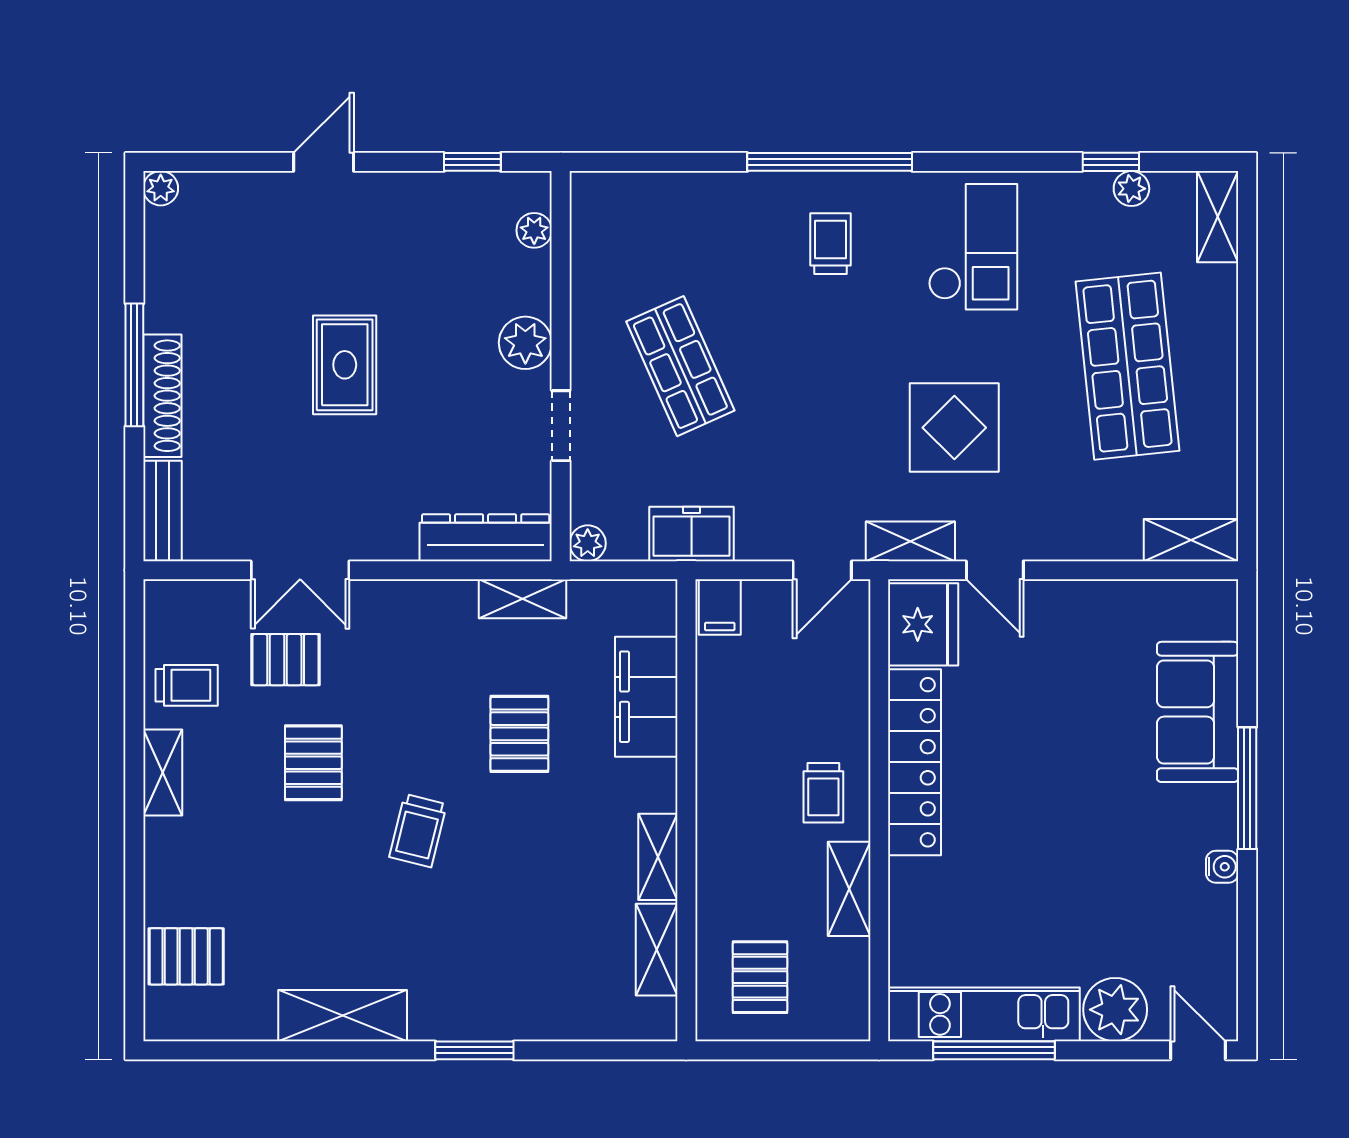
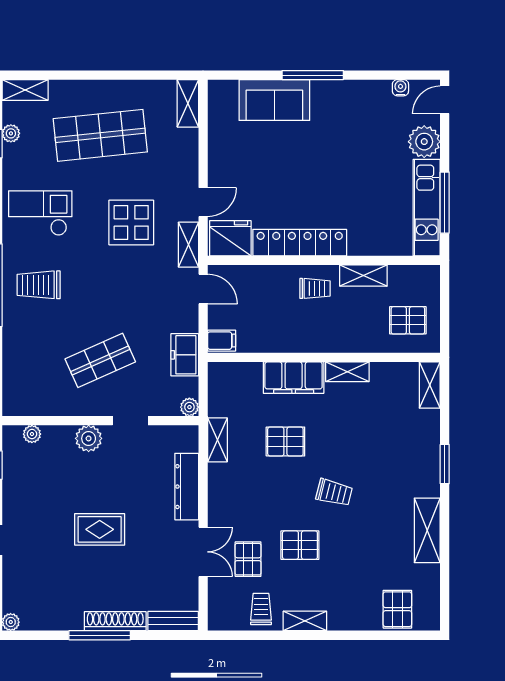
trolley: (830, 244) -> (39, 285), width x1.36, depth x1.39
dresser: (486, 538) -> (187, 487), moved
filing cabinet: (646, 697) -> (294, 378), moved
water cooler: (1222, 867) -> (400, 88), moved
shelving: (657, 950) -> (430, 385), moved, turned 90

